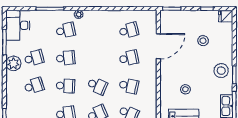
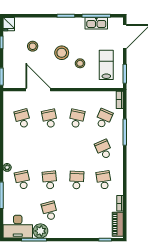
plant: (13, 63) -> (40, 231), moved
stool: (221, 71) -> (62, 53), moved
school desk: (34, 86) -> (77, 211), removed
school desk: (97, 86) -> (77, 149), removed

